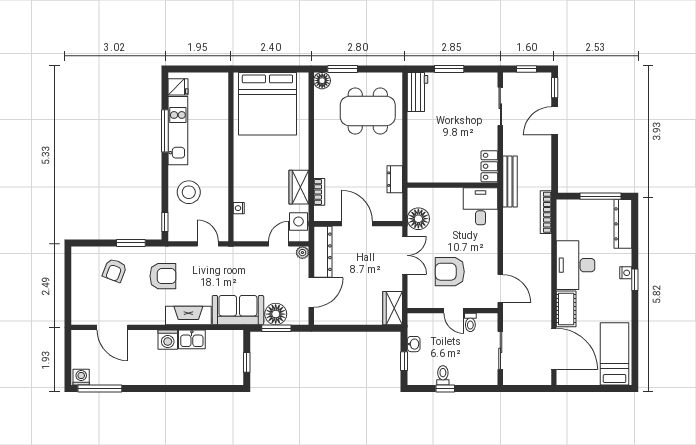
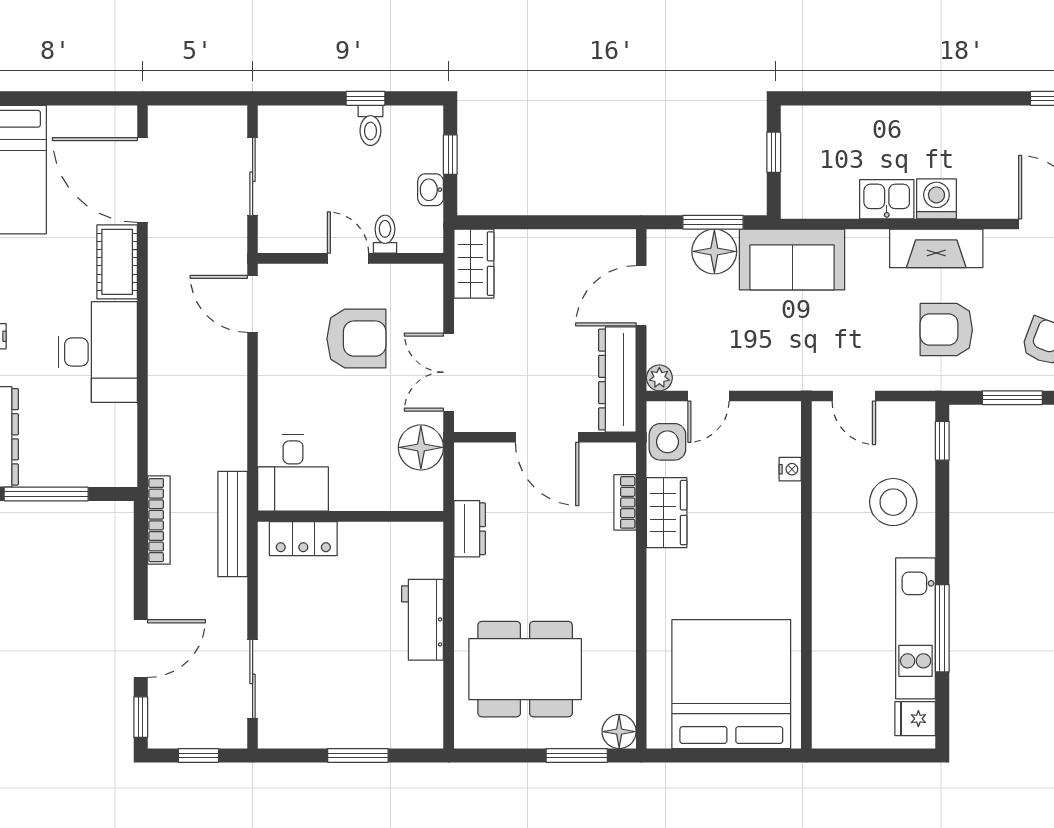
workbench: (418, 92) -> (423, 620), moved
locker: (489, 166) -> (303, 539), moved, turned 90
bookcase: (546, 212) -> (159, 520), moved
fireplace: (188, 316) -> (936, 248), moved
toilet: (470, 322) -> (385, 234), moved

